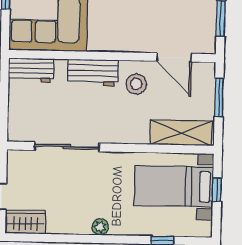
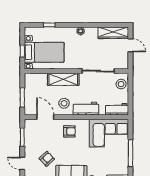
armchair: (127, 28) -> (69, 131), added
stool: (22, 120) -> (121, 84), added
shelving: (181, 133) -> (63, 79), moved
wardrobe: (25, 222) -> (113, 33), width x1.50

